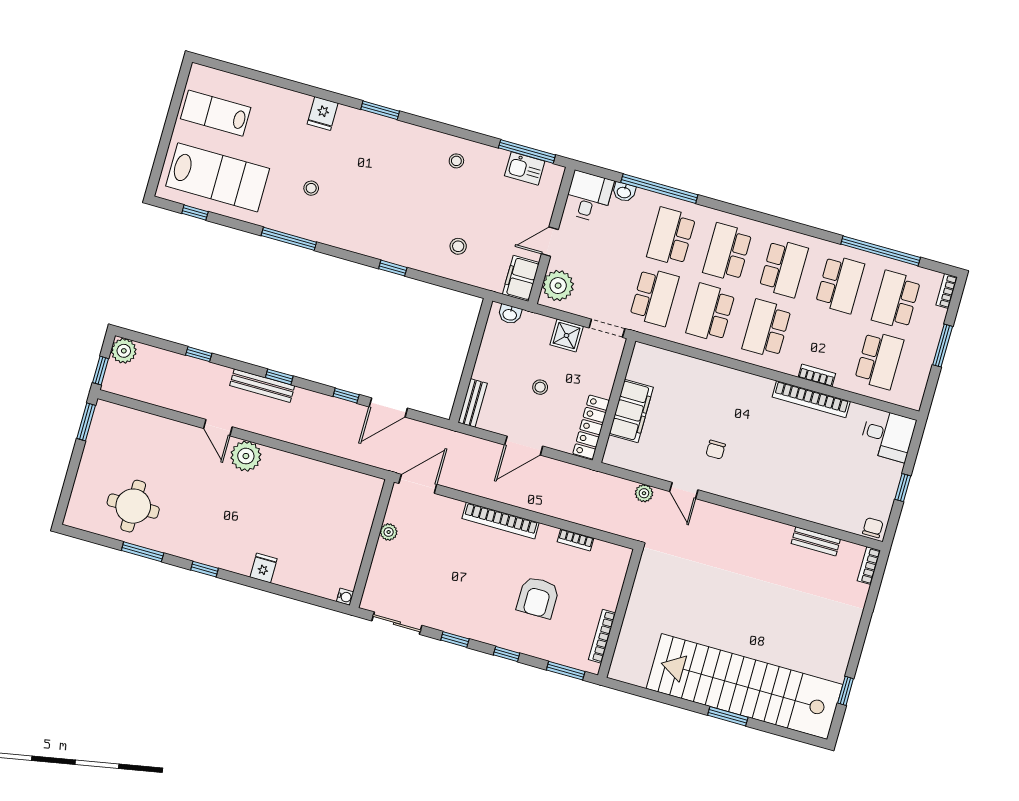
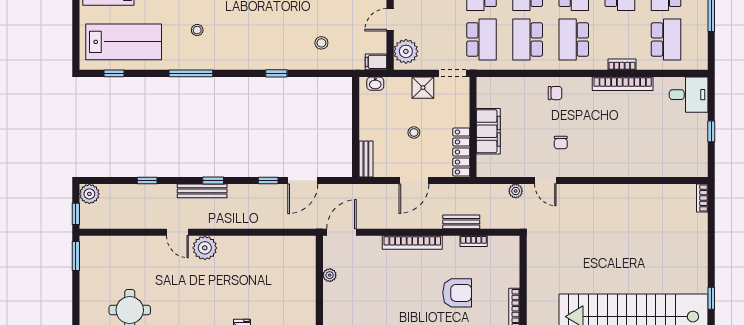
filing cabinet: (521, 278) -> (376, 62), width x0.50
chair: (873, 528) -> (555, 93), moved, turned 90
bench: (816, 541) -> (461, 222), moved
armchair: (538, 597) -> (457, 293), turned -90

